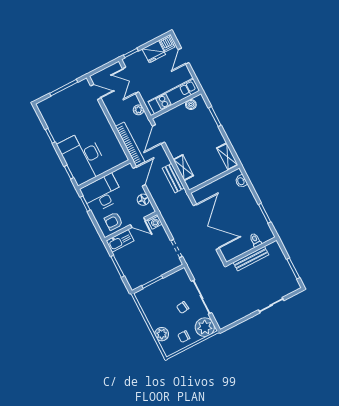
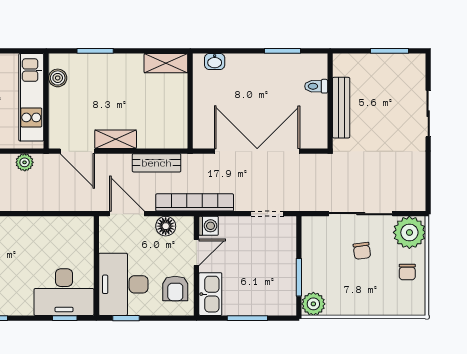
bookcase: (130, 144) -> (195, 202), moved
desk: (83, 157) -> (64, 292), width x0.73, depth x0.77
shelving: (183, 168) -> (116, 139), moved
plant: (162, 334) -> (313, 304), moved

